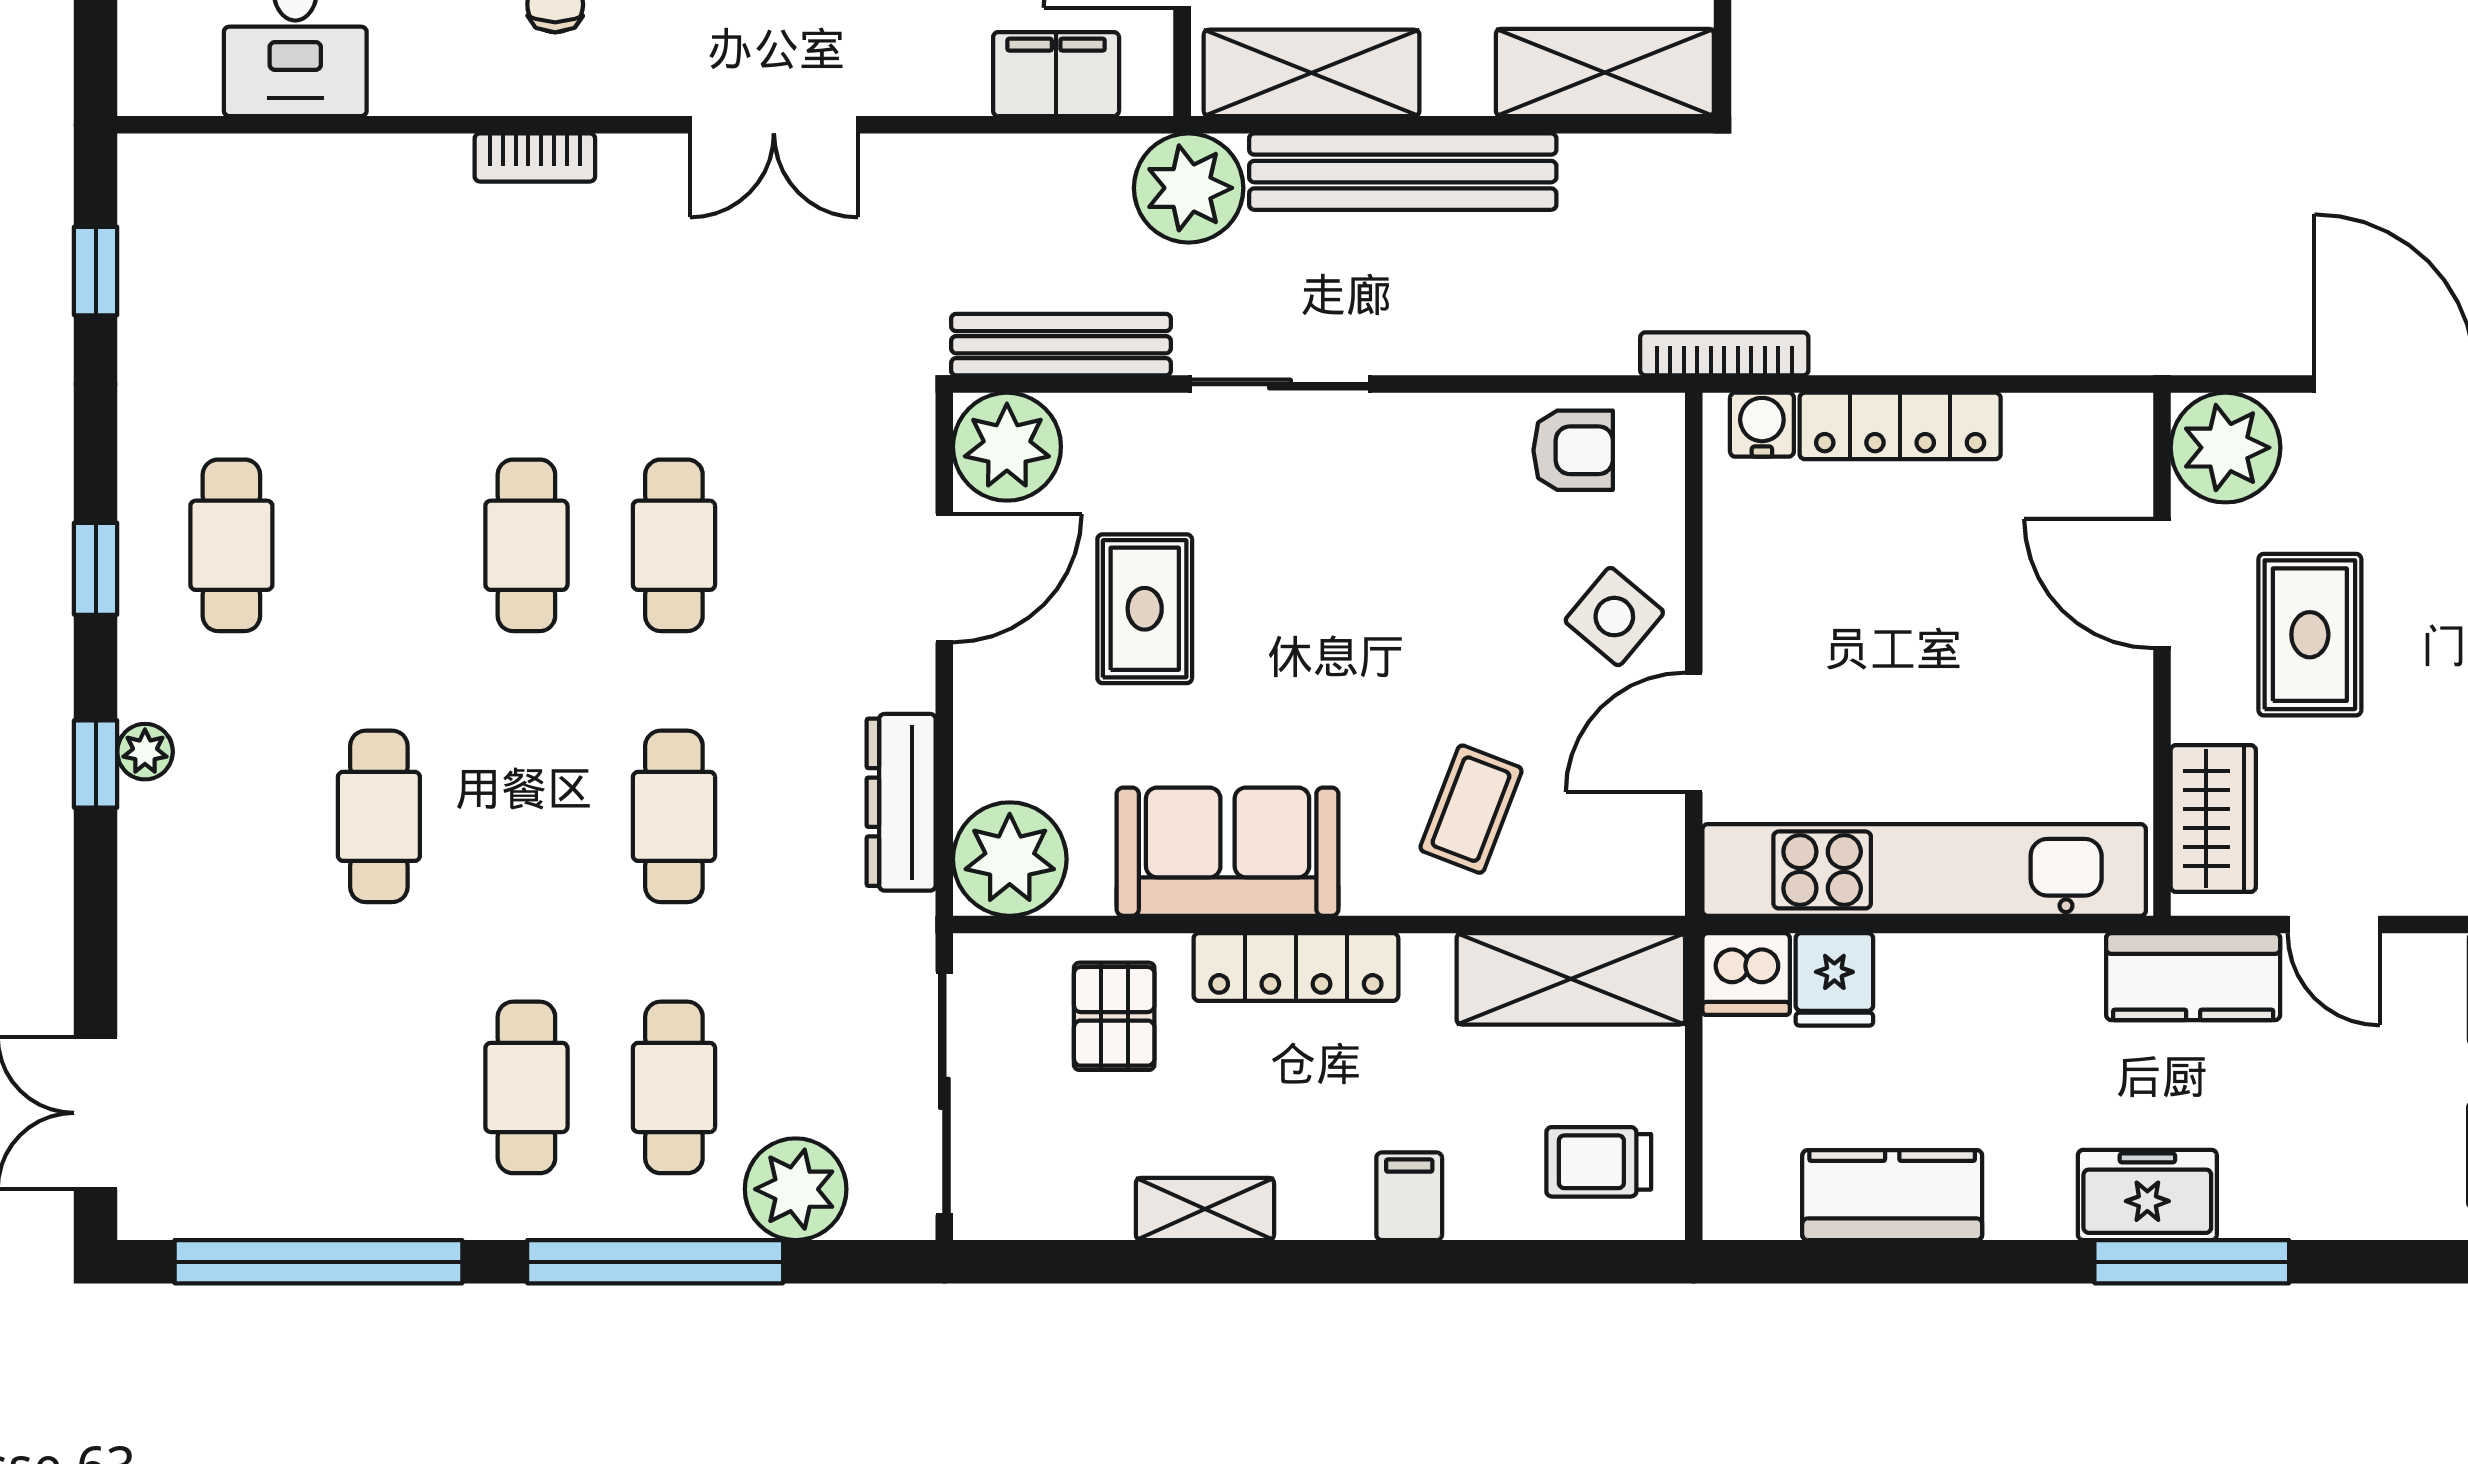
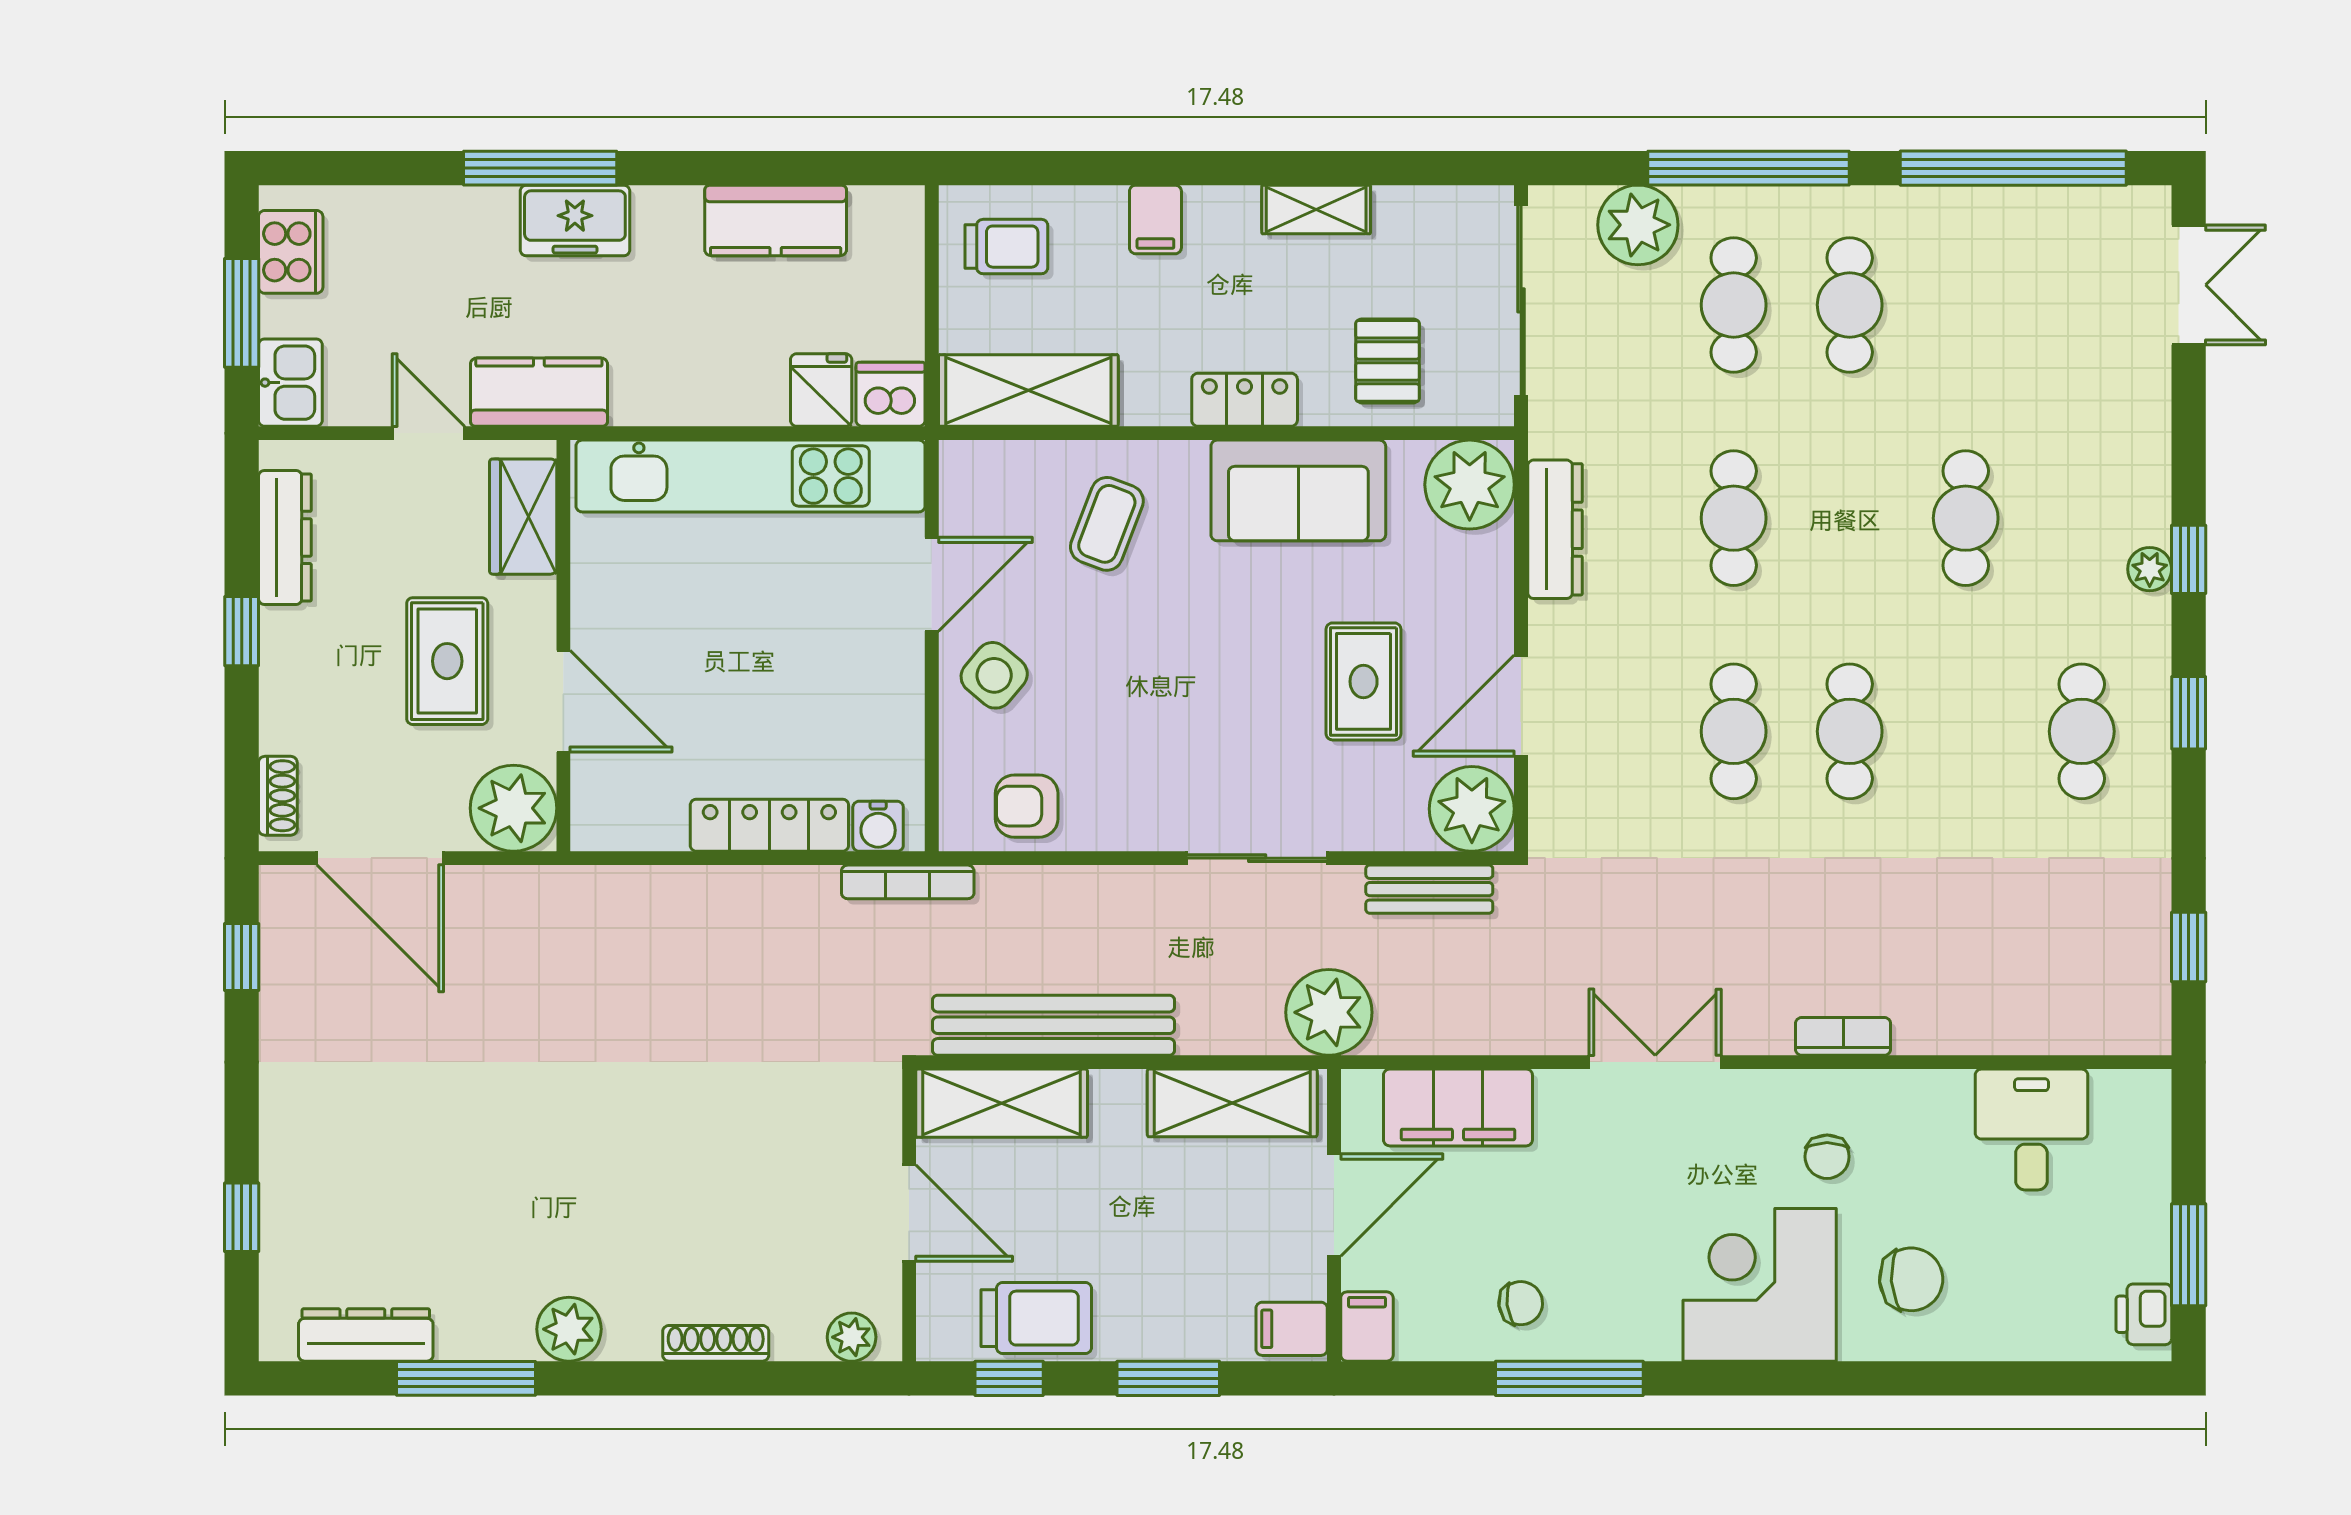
filing cabinet: (1056, 74) -> (1458, 1107), width x1.50, depth x1.17
bench: (1403, 172) -> (1053, 1025), moved
bench: (1061, 345) -> (1429, 889), width x0.73
locker: (1296, 967) -> (1245, 400), width x0.66

